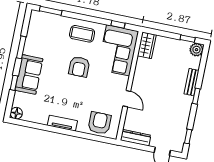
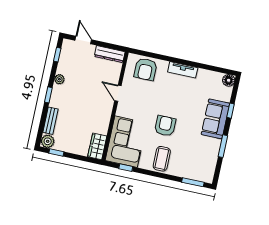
coffee table: (82, 34) -> (162, 159), turned 90
bench: (192, 82) -> (50, 121), moved
plant: (186, 112) -> (59, 79), added

